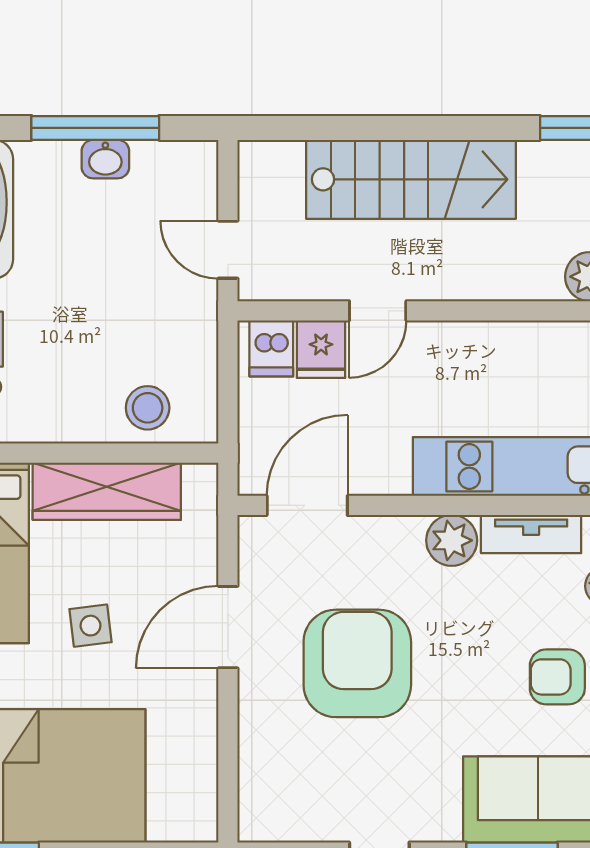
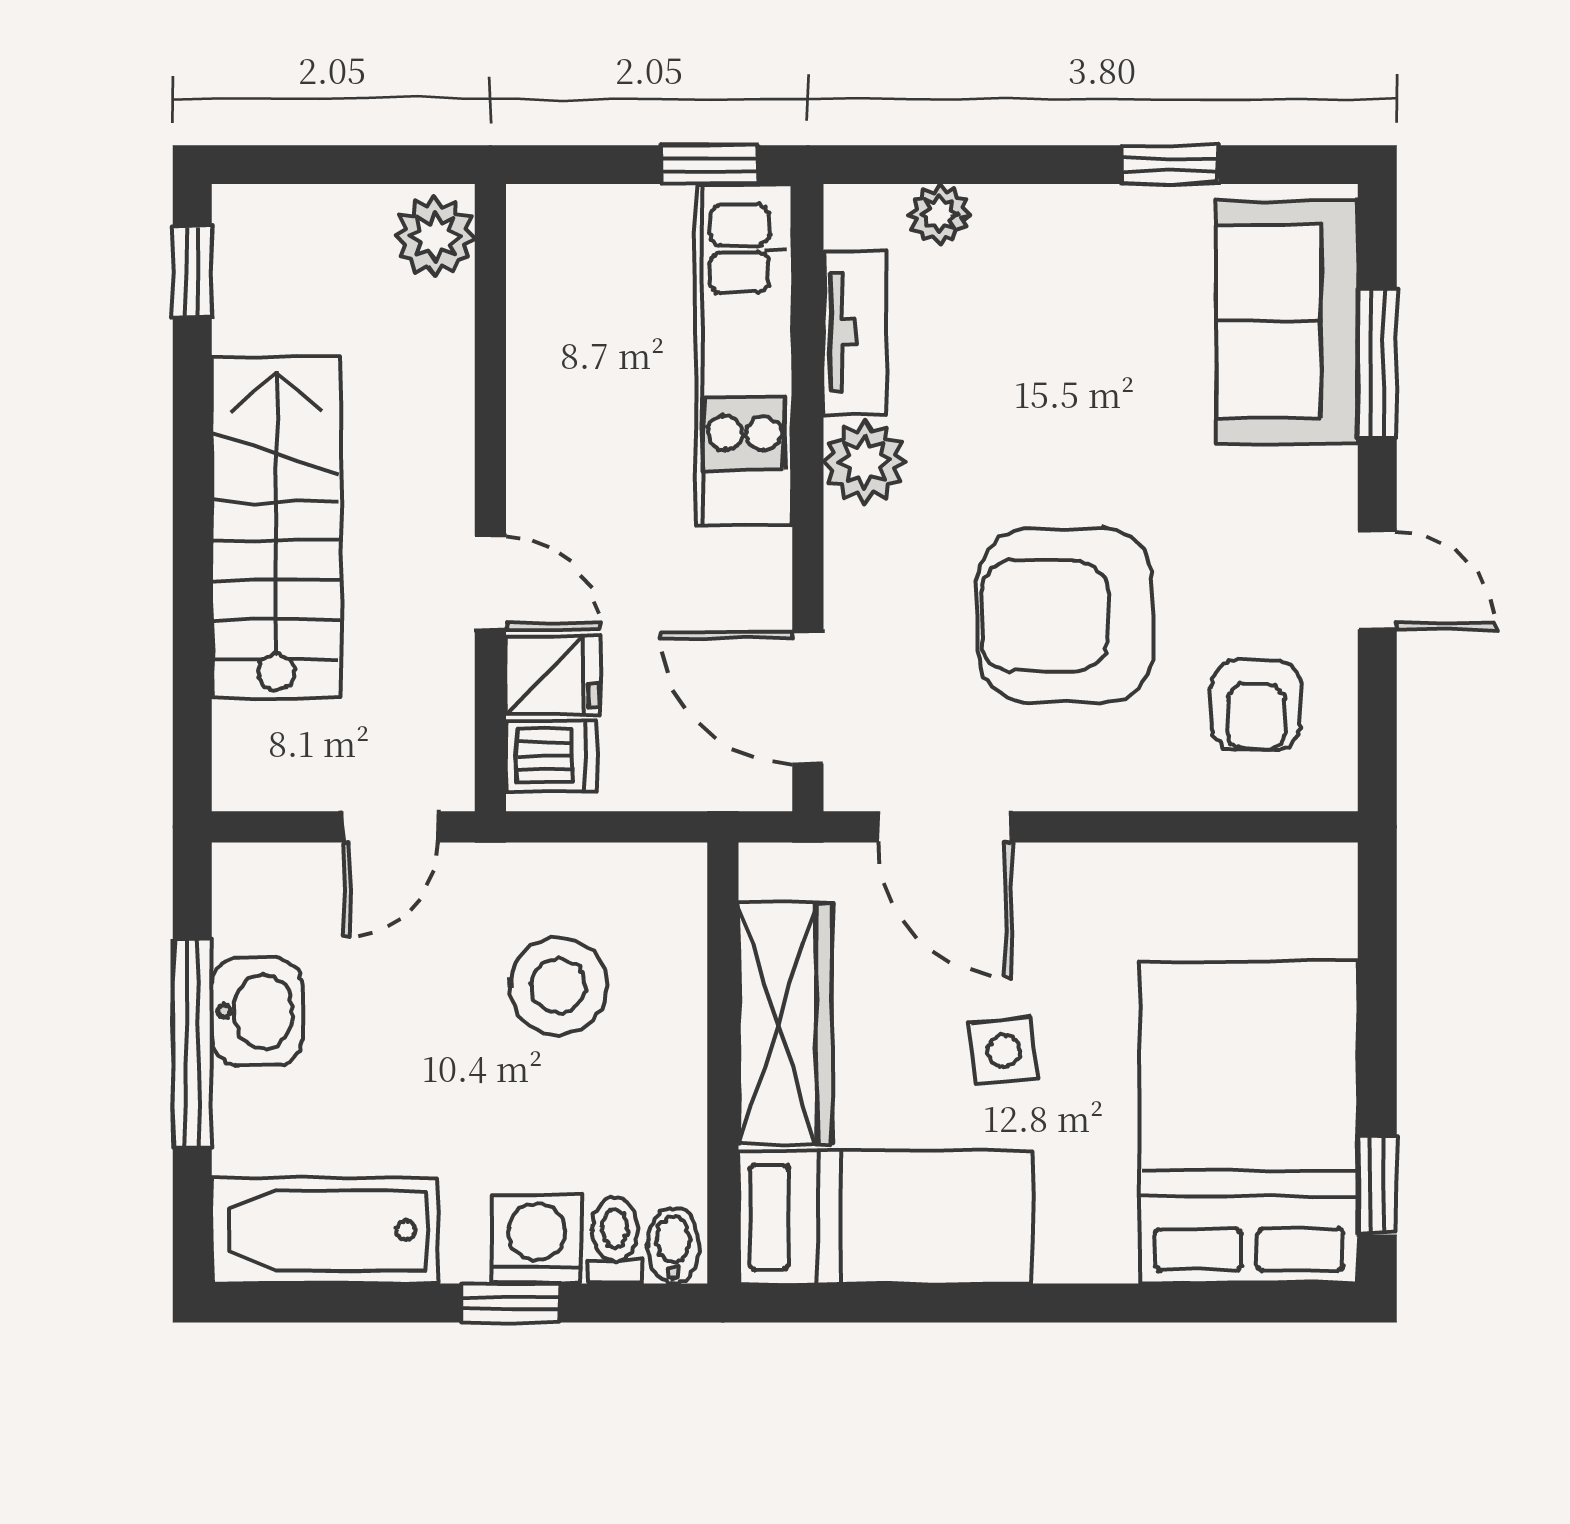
washbasin: (105, 159) -> (257, 1012), width x1.38, depth x1.45
stool: (148, 408) -> (558, 986), moved, width x1.38, depth x1.38
door: (228, 627) -> (944, 827), moved
armchair: (557, 677) -> (1256, 706), moved

